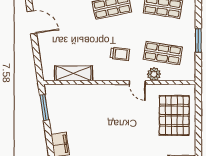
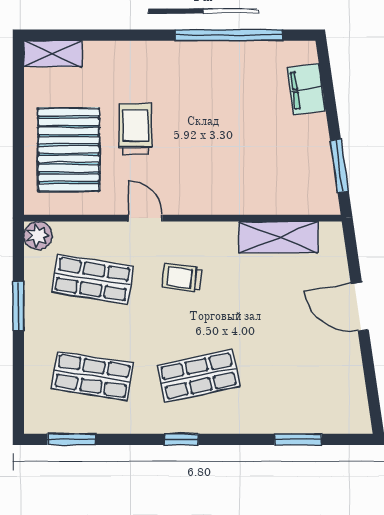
door: (32, 22) -> (360, 307), moved
plant: (154, 74) -> (38, 235), moved
trolley: (142, 125) -> (136, 129), added

